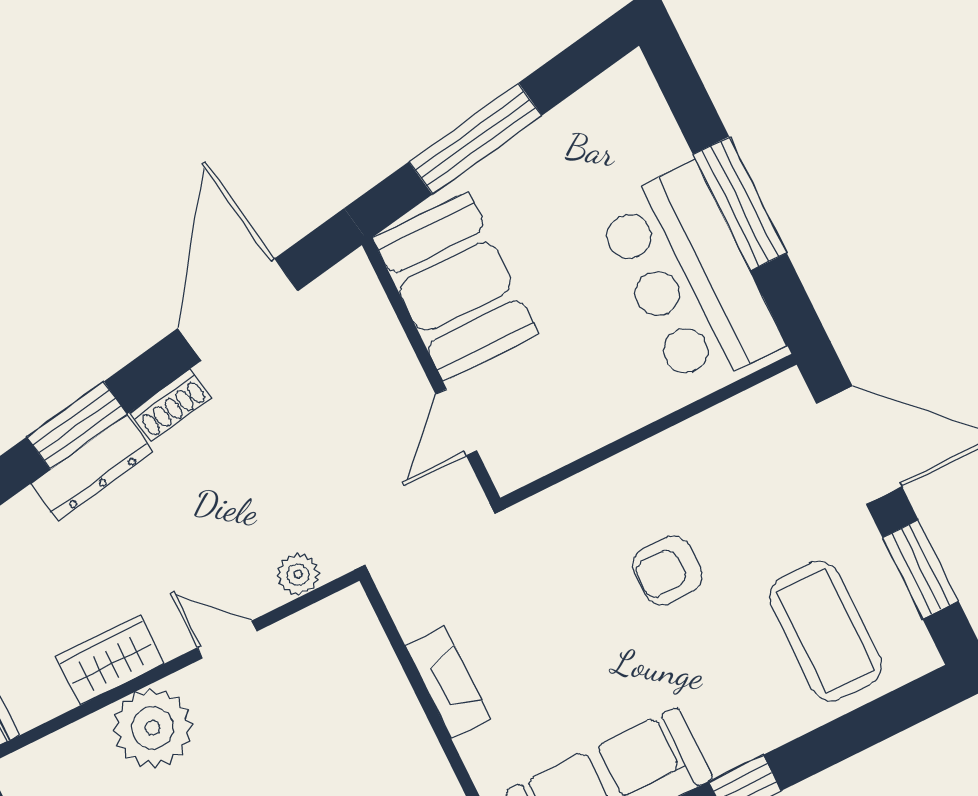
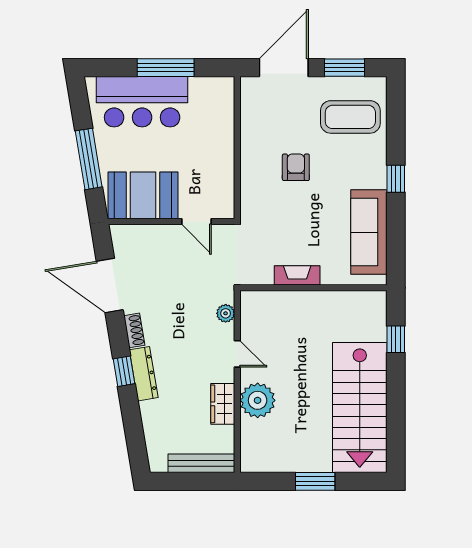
bar counter: (689, 278) -> (142, 102), moved
window: (77, 425) -> (124, 371), width x0.67
armchair: (668, 571) -> (296, 167), turned 180
door: (227, 639) -> (237, 354), swing flipped

